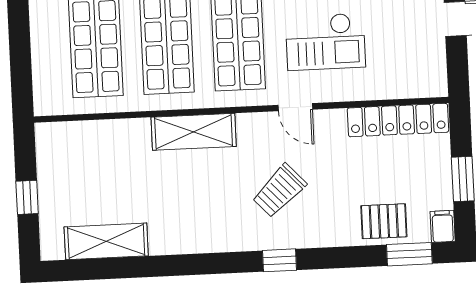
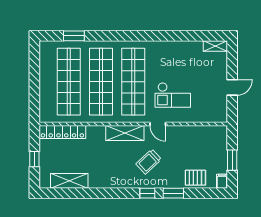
locker: (398, 120) -> (62, 132), moved
shelving: (194, 132) -> (125, 133), moved
window: (409, 254) -> (173, 193), moved

